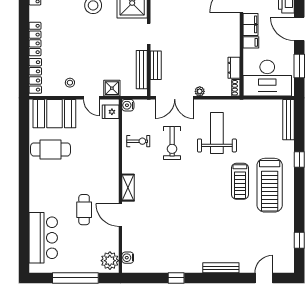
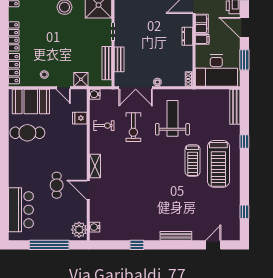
dresser: (234, 68) -> (187, 36), moved
fridge: (111, 112) -> (80, 118), moved

